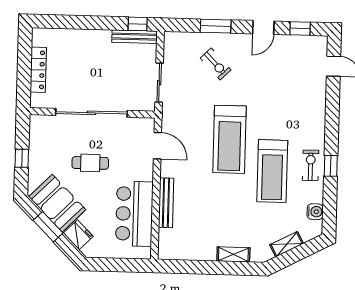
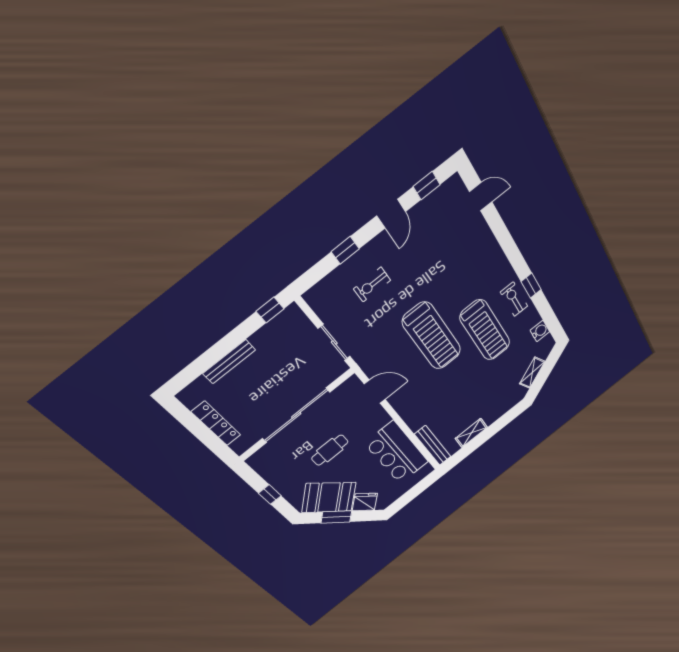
window: (216, 26) -> (345, 250), width x0.67
bench: (135, 37) -> (229, 362), moved
exercise bike: (216, 64) -> (372, 285), turned 134
bench: (166, 203) -> (433, 445), moved
shelving: (233, 254) -> (471, 433), moved

